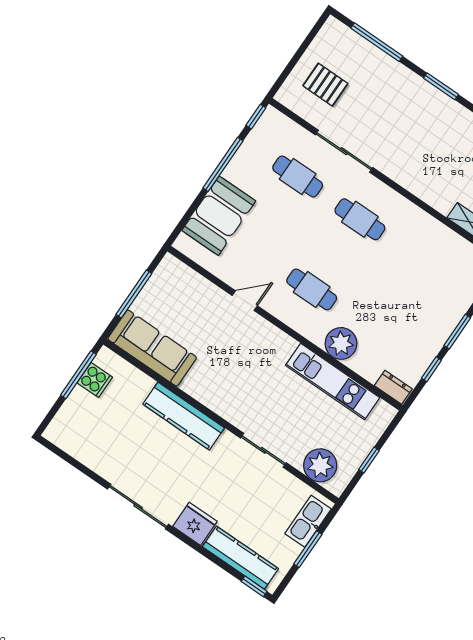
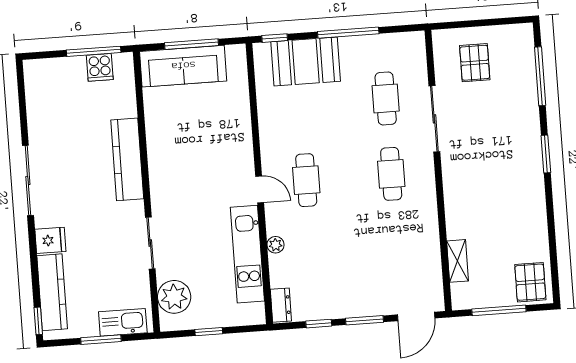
window: (256, 117) -> (275, 38), moved
door: (245, 301) -> (260, 189), moved
plant: (341, 343) -> (276, 245), width x0.53, depth x0.53
sofa: (152, 348) -> (183, 66), moved, turned 90
fridge: (195, 524) -> (50, 240), width x0.72

